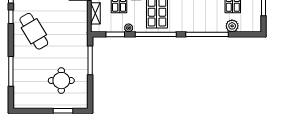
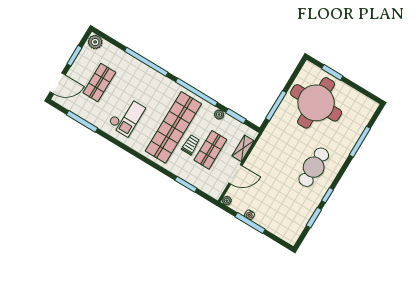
plant: (232, 26) -> (95, 42), moved
cafe table: (34, 31) -> (314, 167), turned 31
round table: (61, 81) -> (316, 103), width x1.86, depth x1.86

